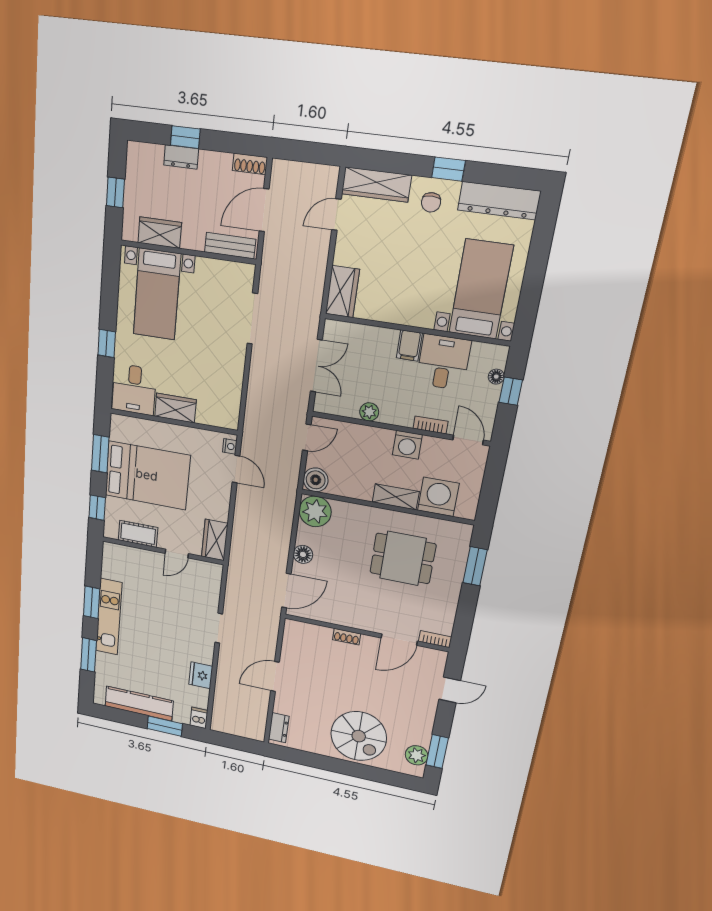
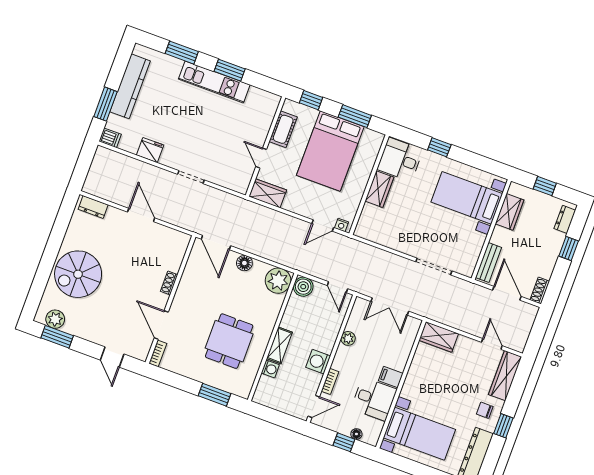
dresser: (181, 157) -> (565, 219), moved
washing machine: (438, 497) -> (270, 369), width x0.53, depth x0.53

